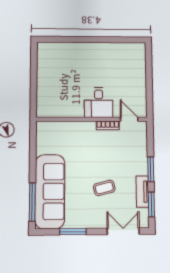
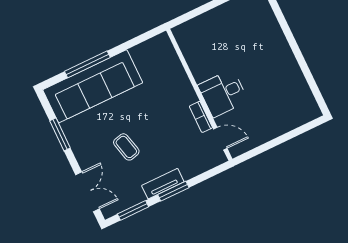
door: (129, 119) -> (220, 139), hinge flipped
tv unit: (142, 192) -> (163, 184), moved
window: (32, 202) -> (87, 64), moved

